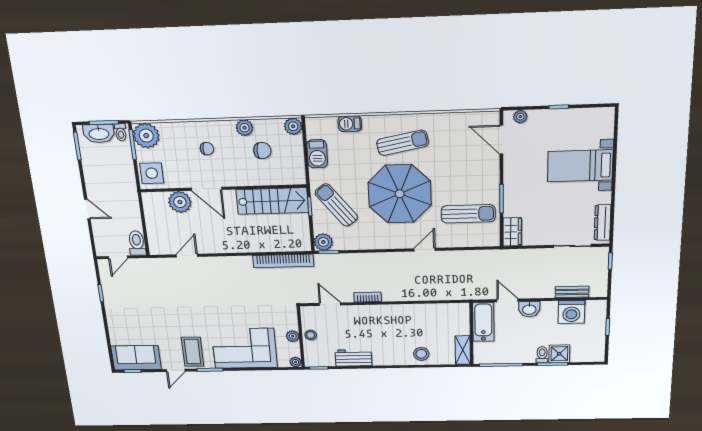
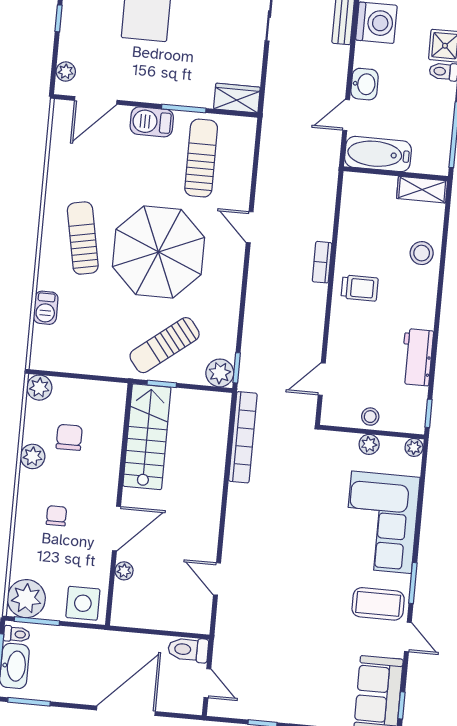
barbecue: (317, 154) -> (152, 122), moved, turned 180
plant: (180, 202) -> (124, 571), width x0.53, depth x0.53
door: (87, 209) -> (126, 711), width x1.87
bookcase: (368, 297) -> (322, 262), moved
trolley: (393, 320) -> (360, 288), added

